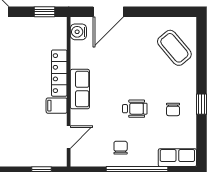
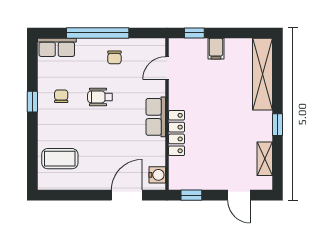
coffee table: (174, 48) -> (60, 159), turned -50
filing cabinet: (57, 106) -> (216, 49), moved, turned 90

